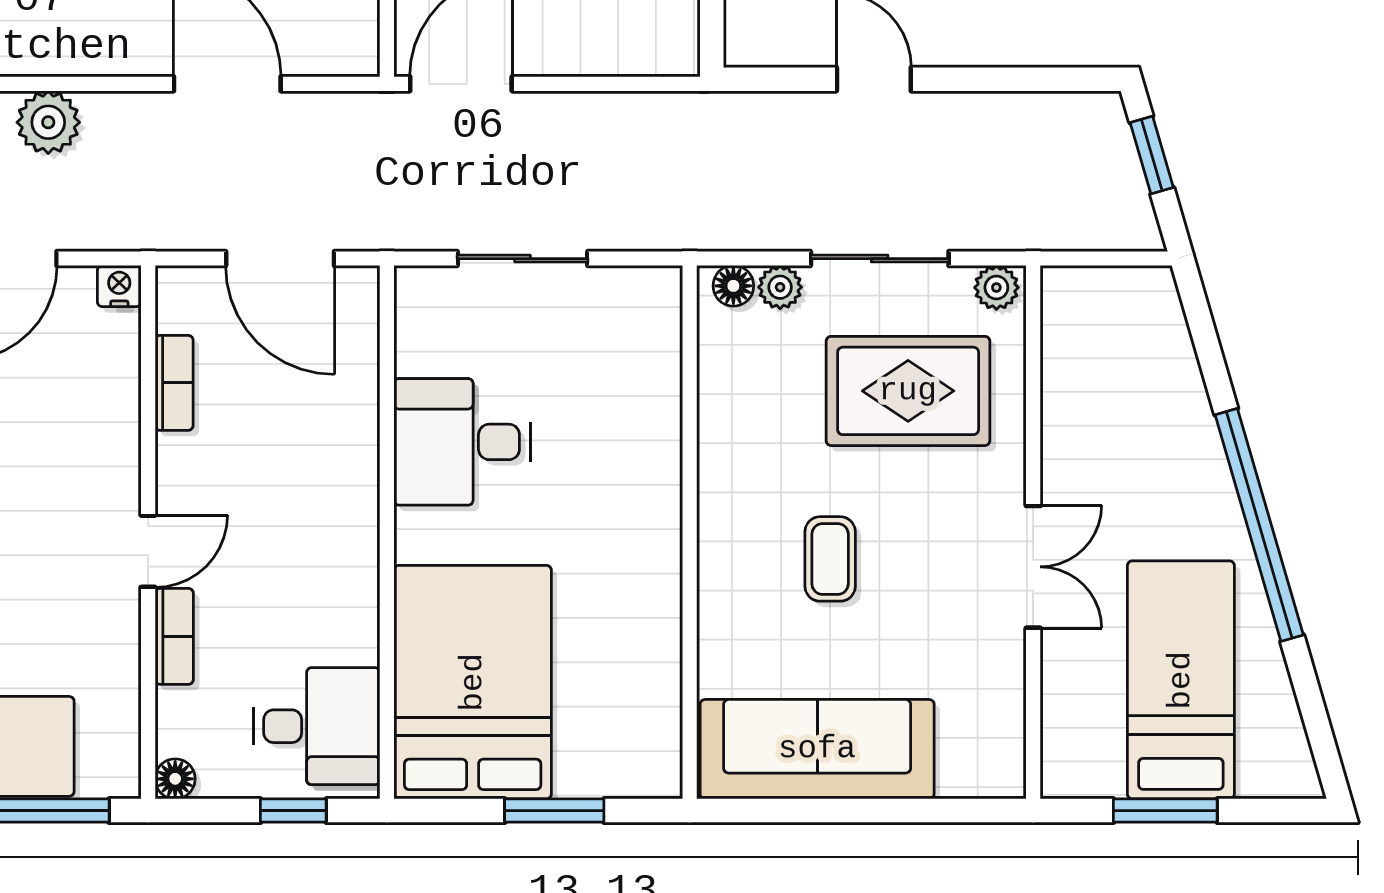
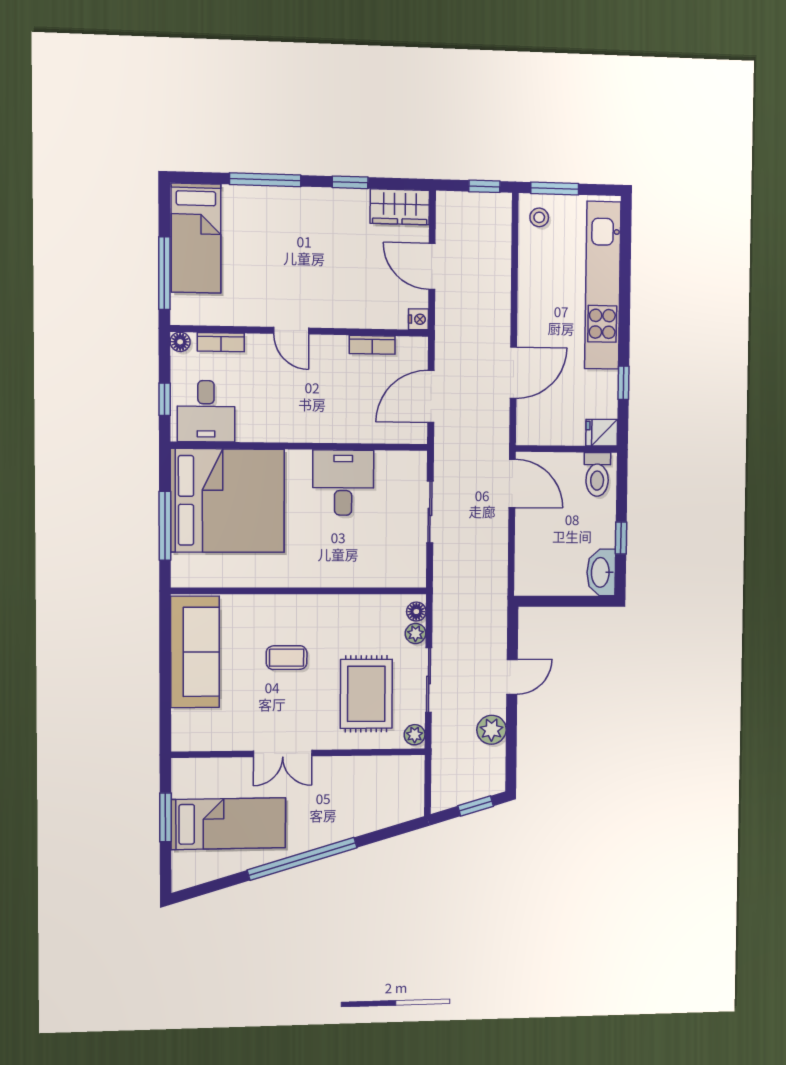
plant: (48, 122) -> (492, 730), moved
bookcase: (174, 636) -> (221, 342), moved
bed: (473, 682) -> (227, 501), width x1.36
window: (554, 811) -> (165, 526), width x1.44

